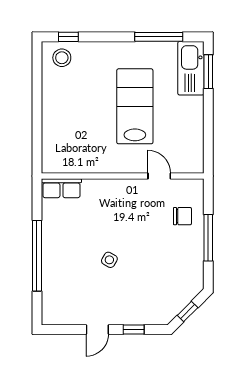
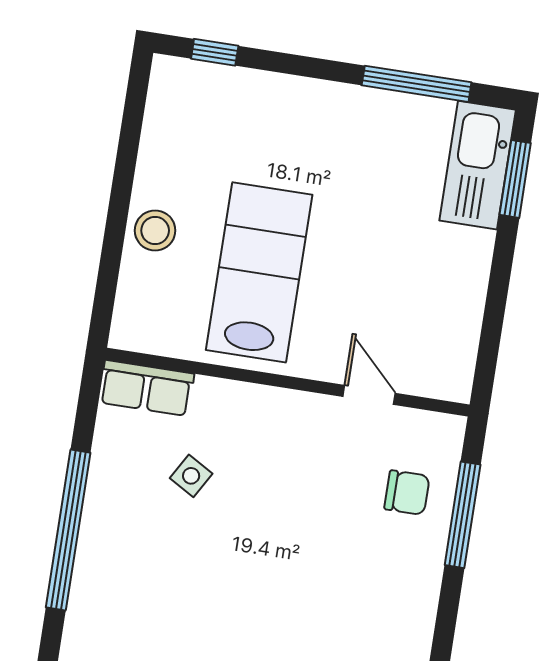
stool: (62, 58) -> (155, 231), moved
lab bench: (135, 106) -> (259, 272), moved
window: (208, 238) -> (463, 515), moved
side table: (109, 260) -> (191, 476), moved

